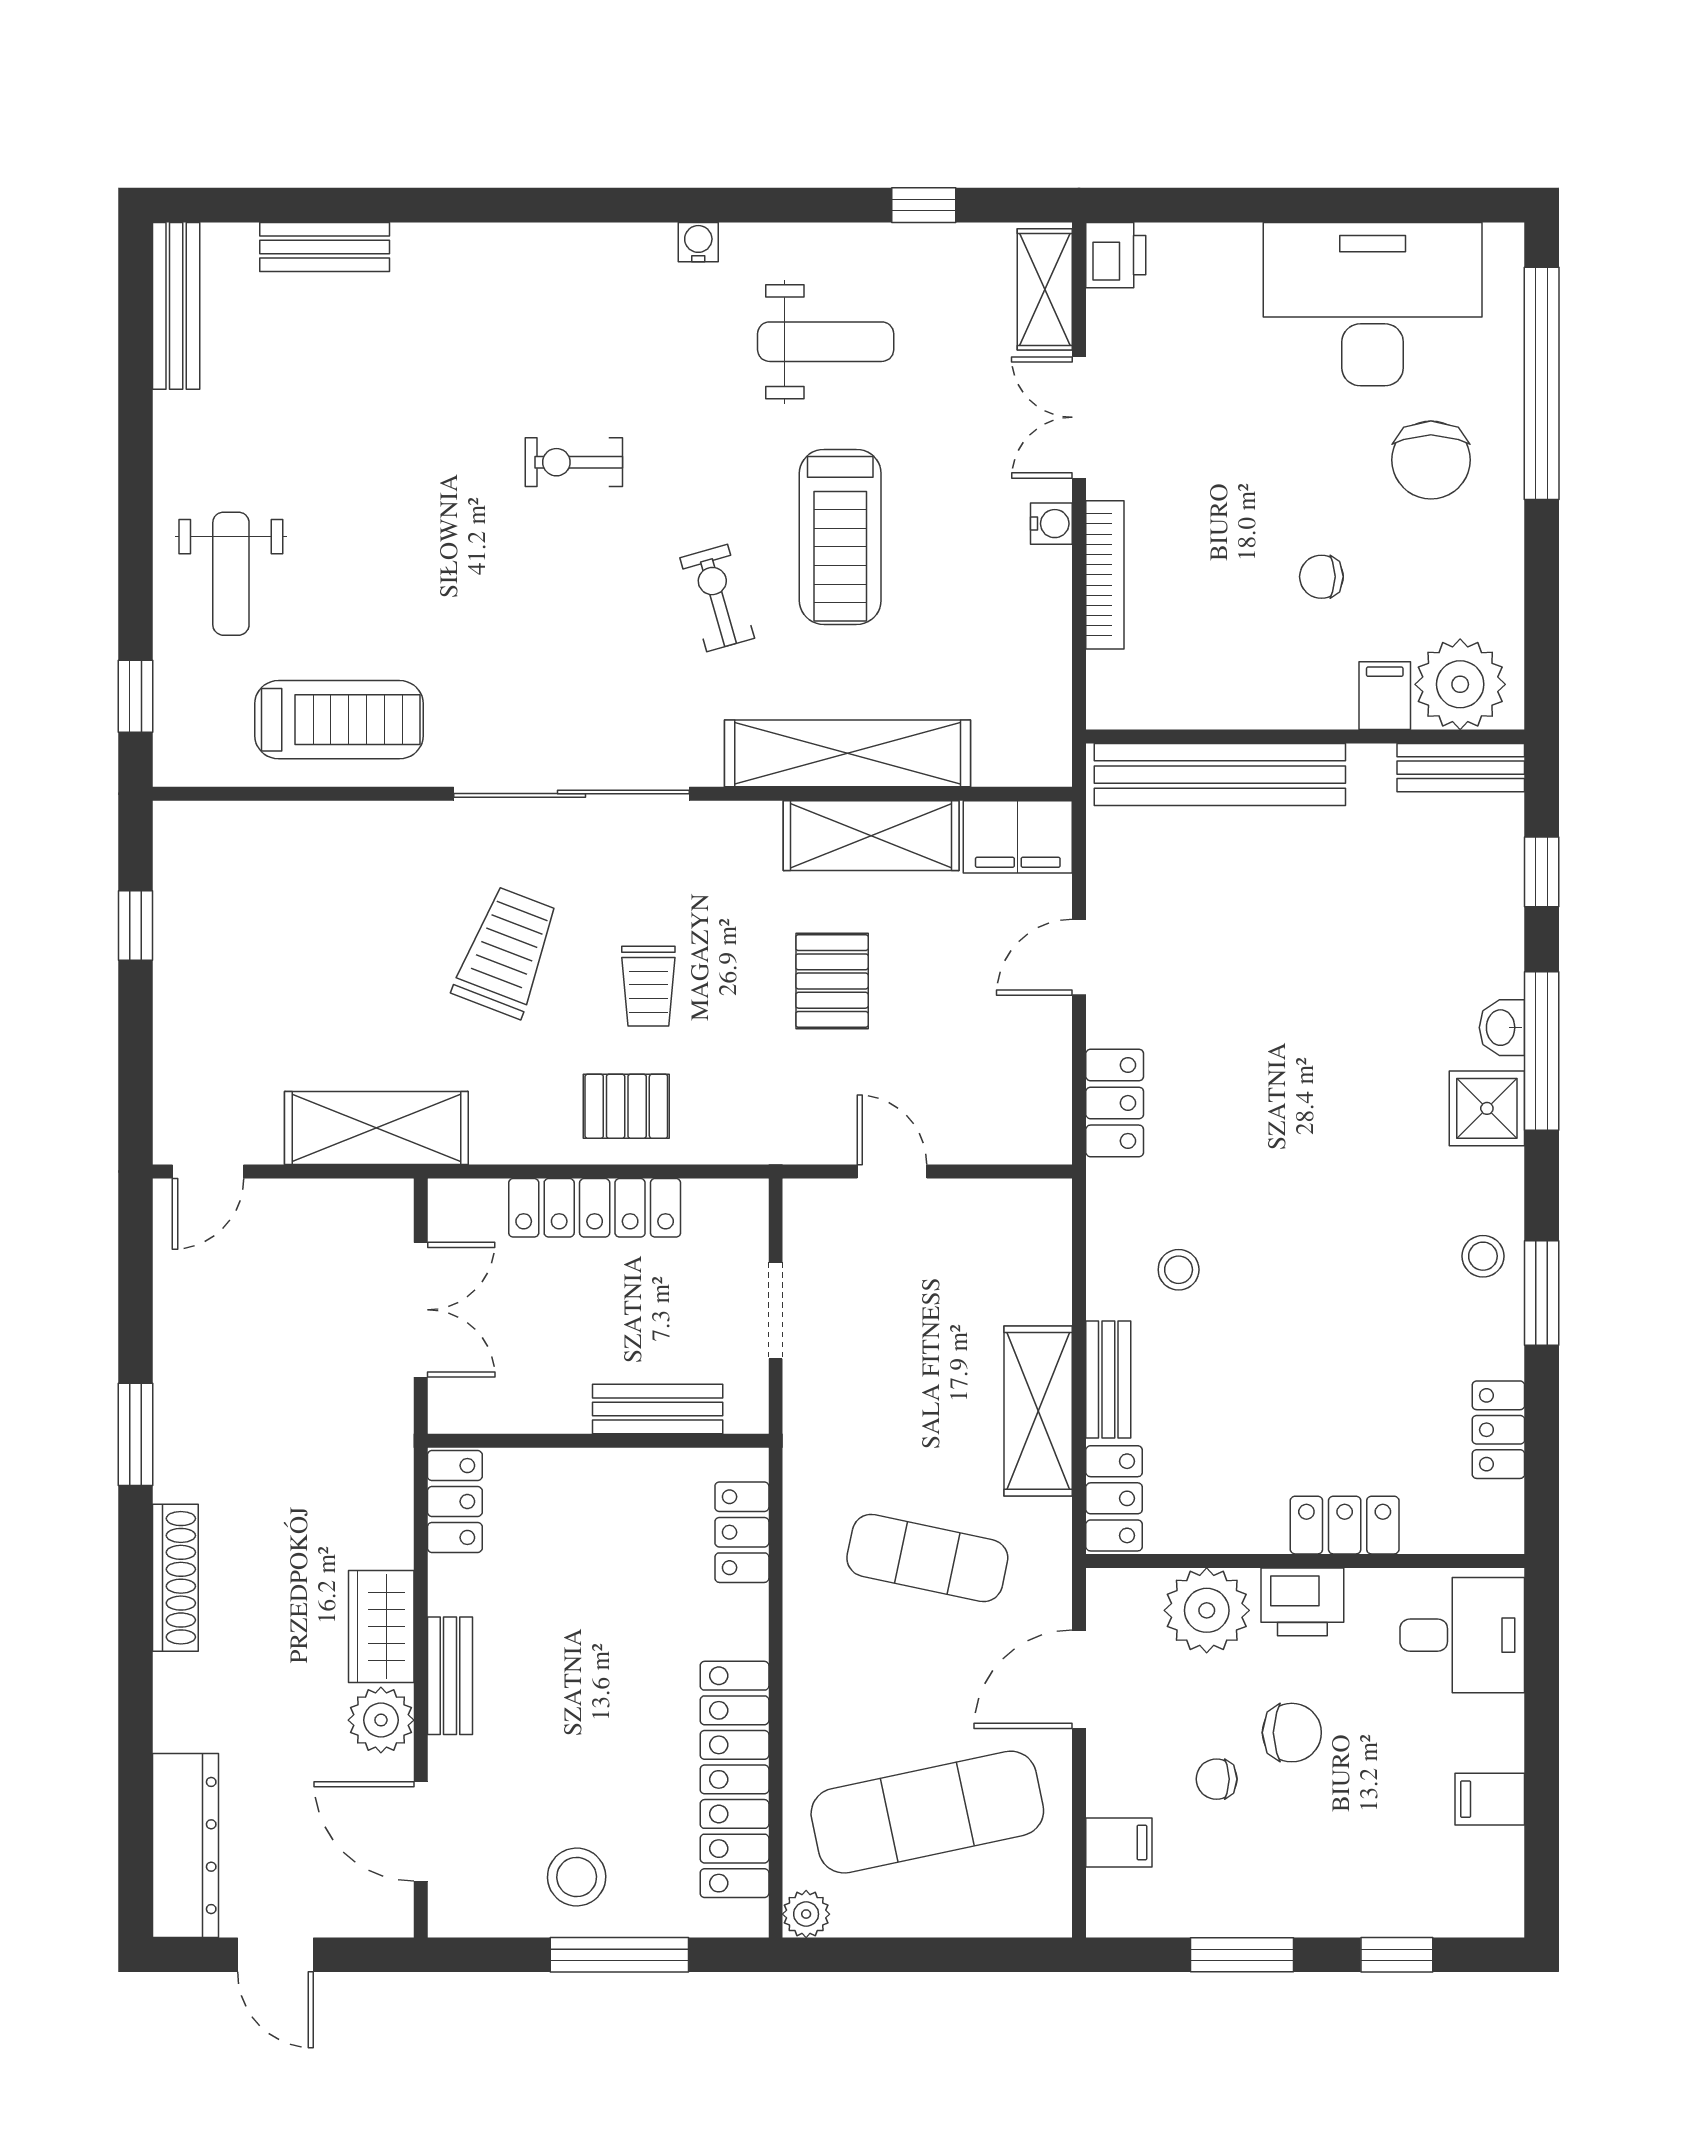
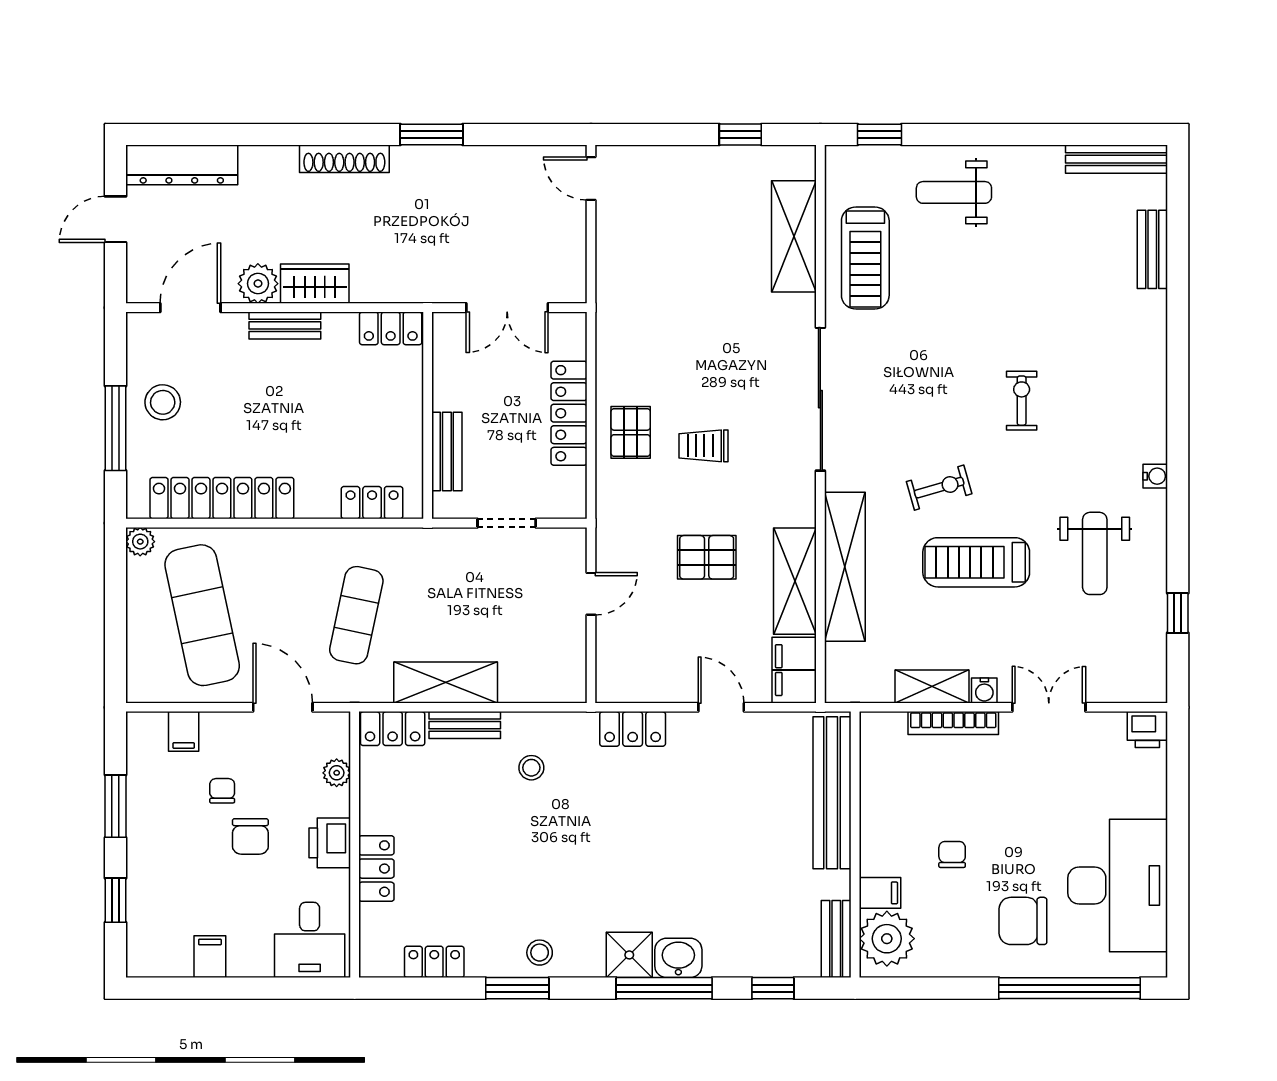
shelving: (1045, 289) -> (932, 687), moved
trolley: (506, 952) -> (724, 360), removed
washbasin: (1502, 1028) -> (678, 958), width x1.38, depth x1.45
shelving: (376, 1128) -> (794, 236), moved
plant: (1207, 1610) -> (337, 773), width x0.53, depth x0.53

